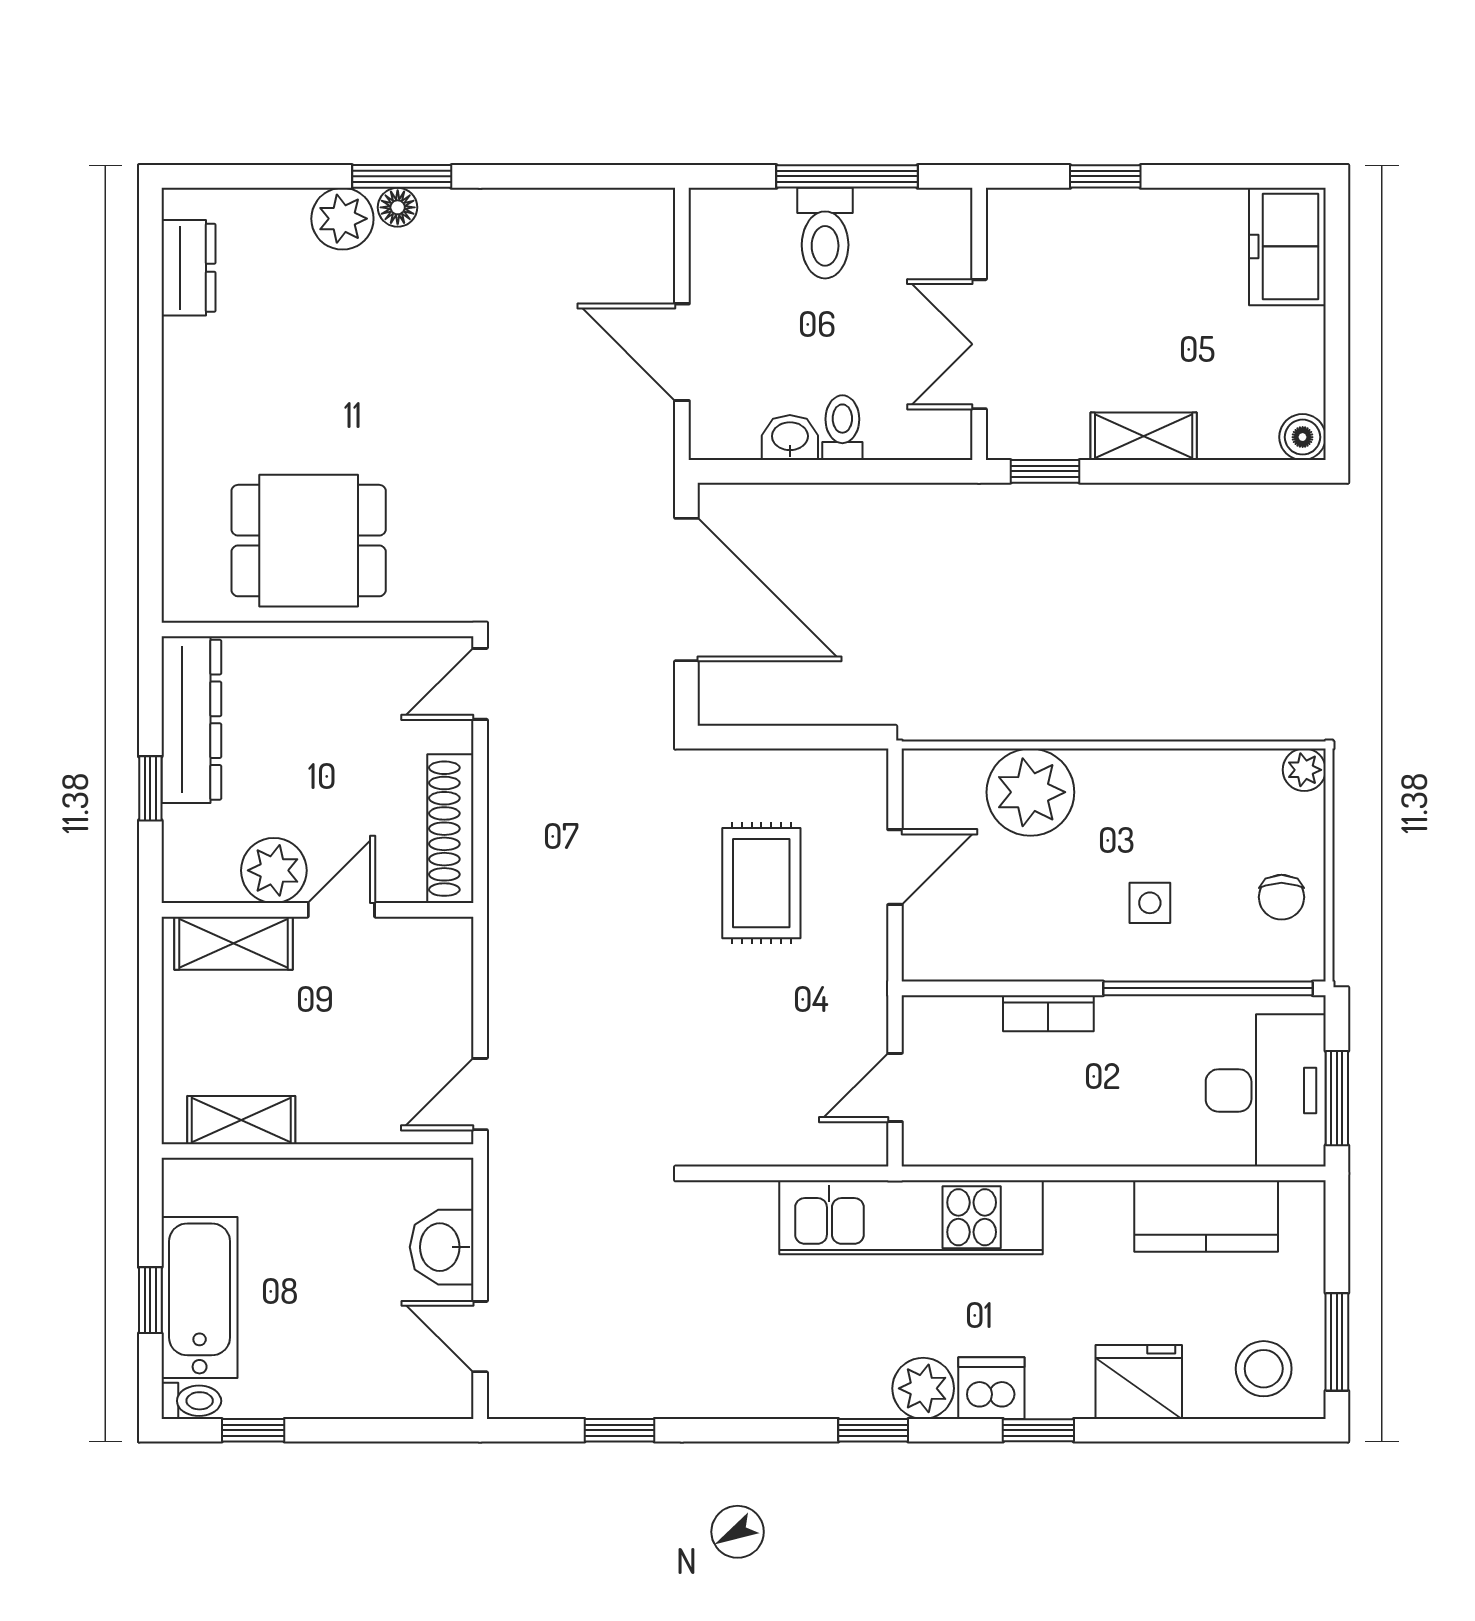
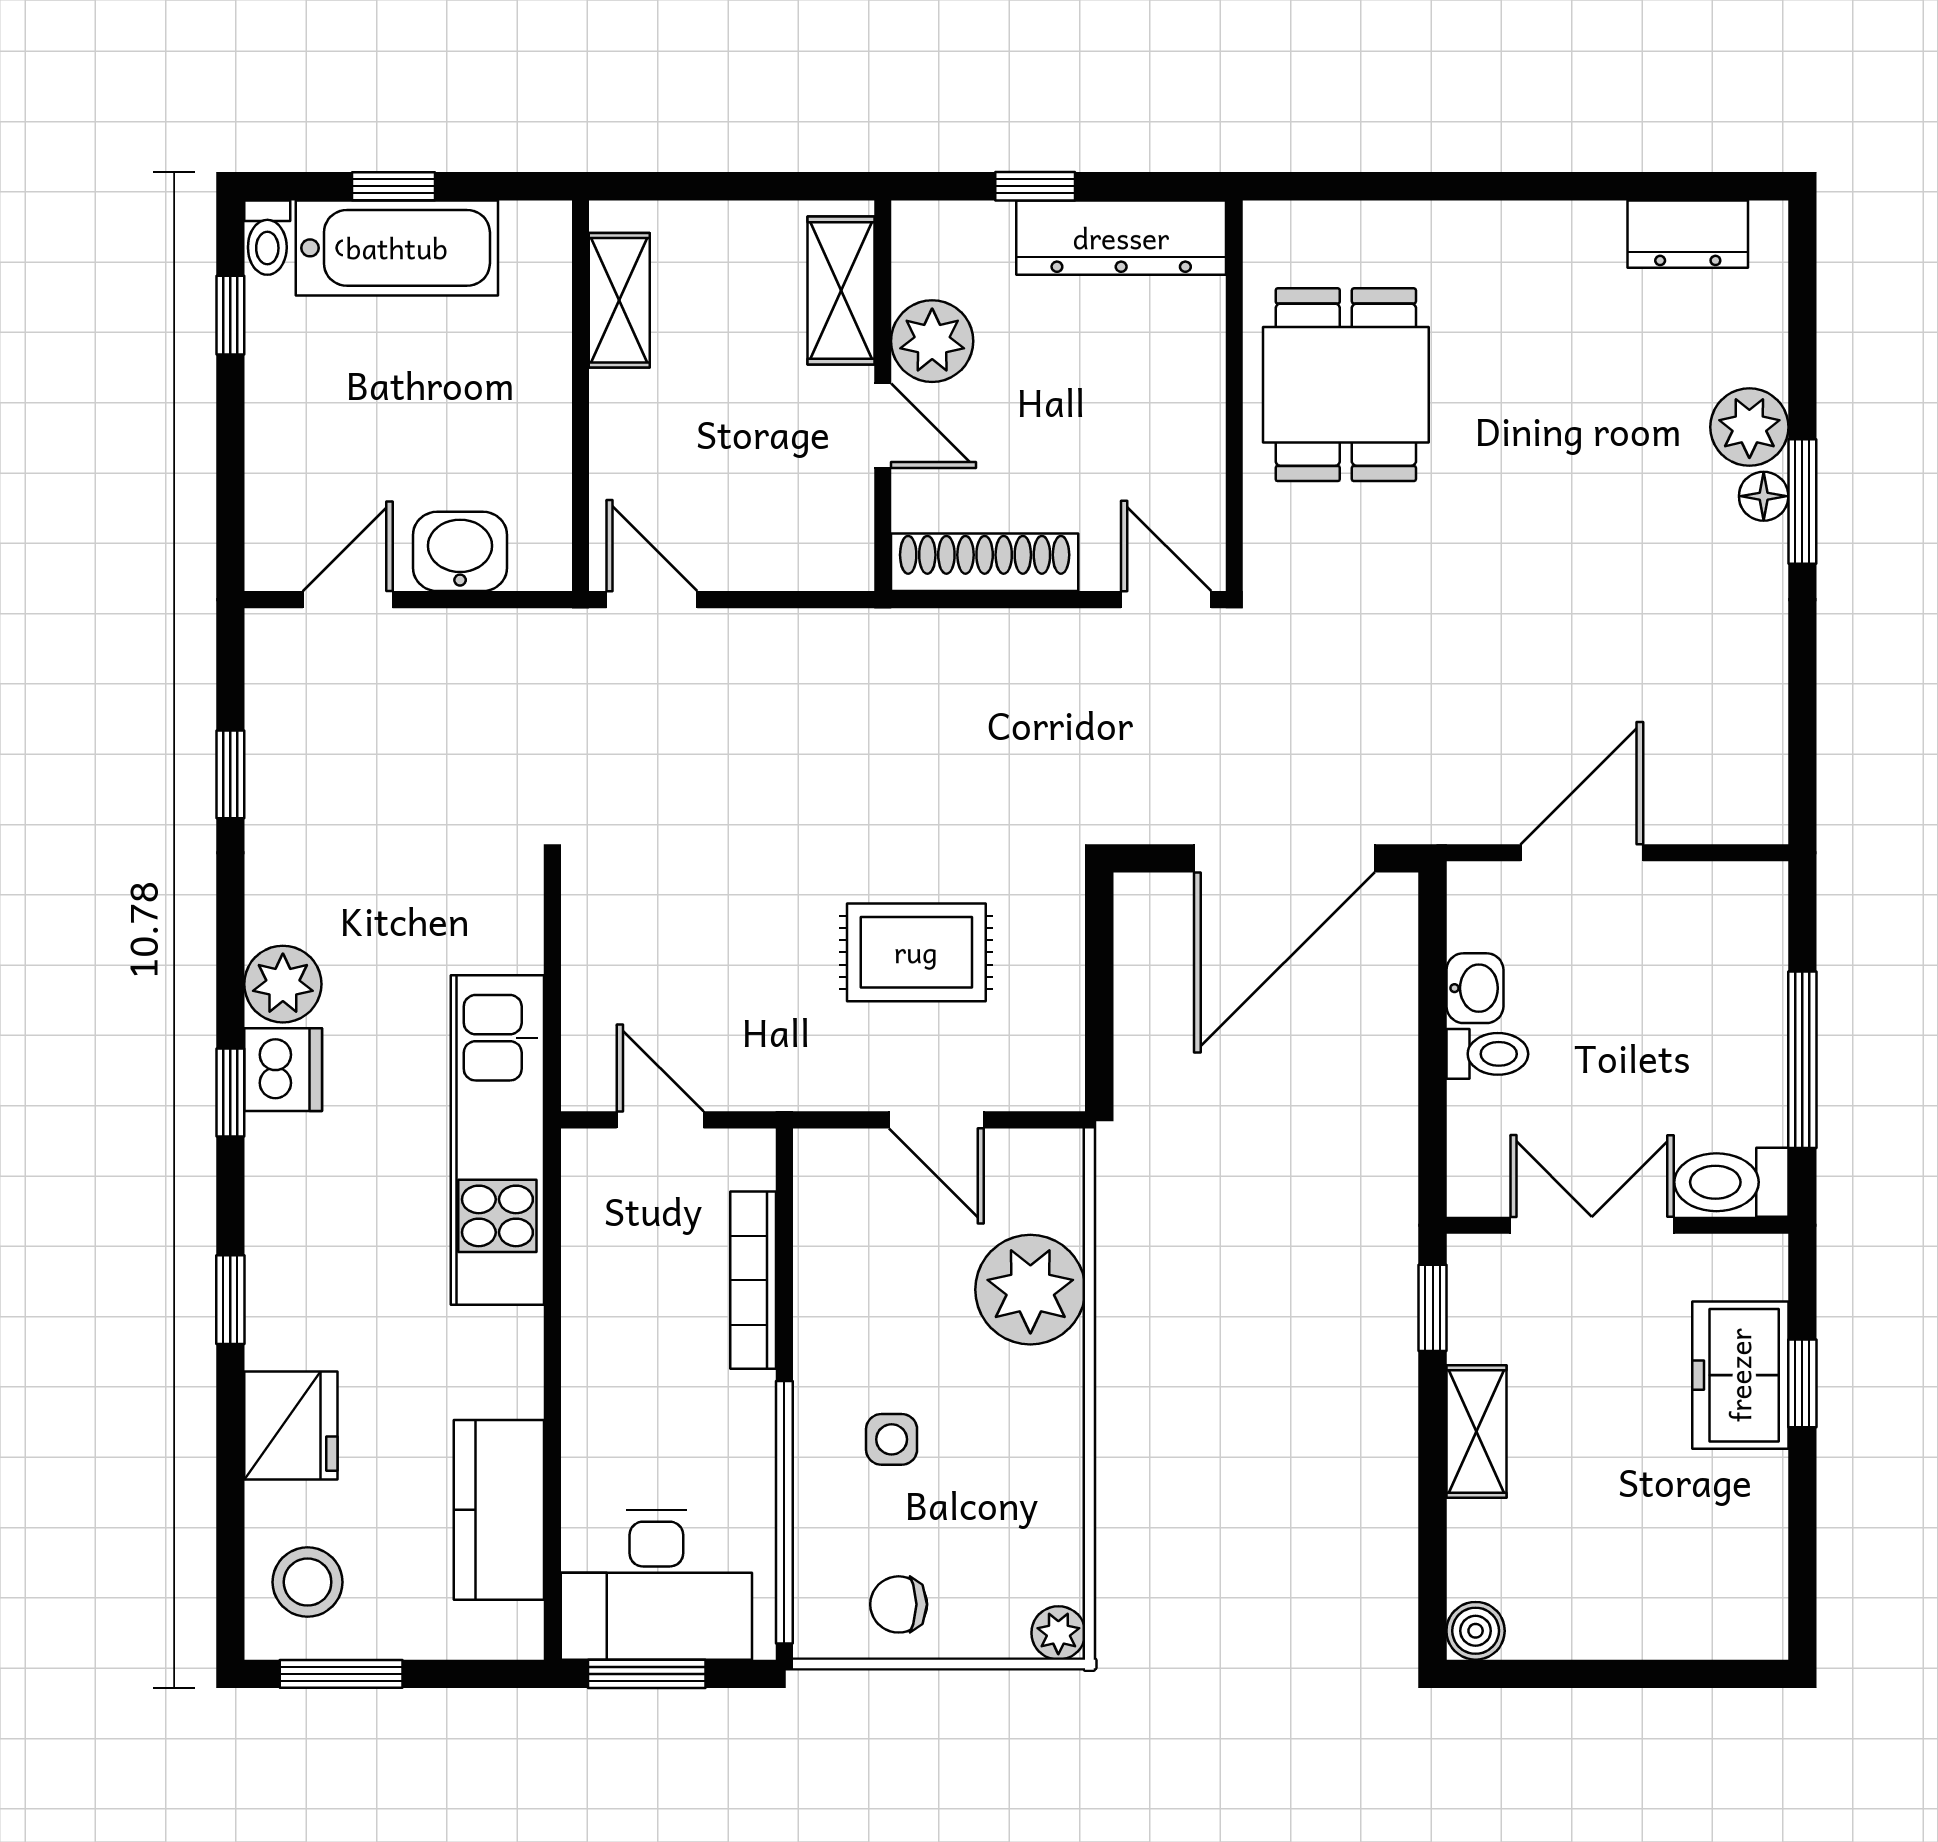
toilet: (825, 233) -> (1731, 1182), moved
freezer: (1287, 246) -> (1740, 1375), moved, turned -90
bookcase: (1048, 1013) -> (753, 1280), width x1.56
plant: (923, 1388) -> (283, 984), moved
dishwasher: (991, 1388) -> (283, 1070), moved

